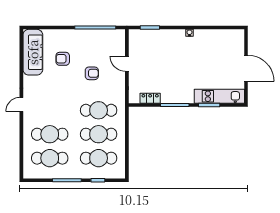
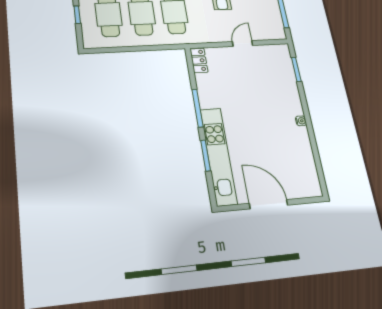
door: (246, 68) -> (269, 204), swing flipped
kitchen unit: (219, 96) -> (218, 156), width x1.36
locker: (150, 98) -> (199, 60), moved

